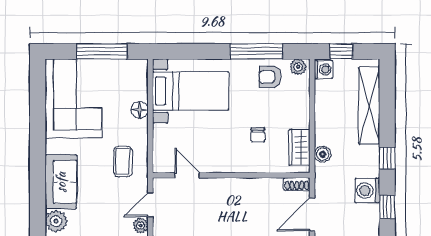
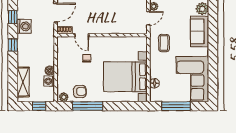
washing machine: (324, 69) -> (49, 81), moved
bed with nightstands: (191, 91) -> (125, 77), width x1.36
shelving: (369, 106) -> (23, 82), width x0.68
floor lamp: (140, 110) -> (154, 83), moved
wardrobe: (300, 147) -> (63, 51), removed
boiler: (323, 154) -> (50, 70), moved
door: (187, 175) -> (82, 35), moved

